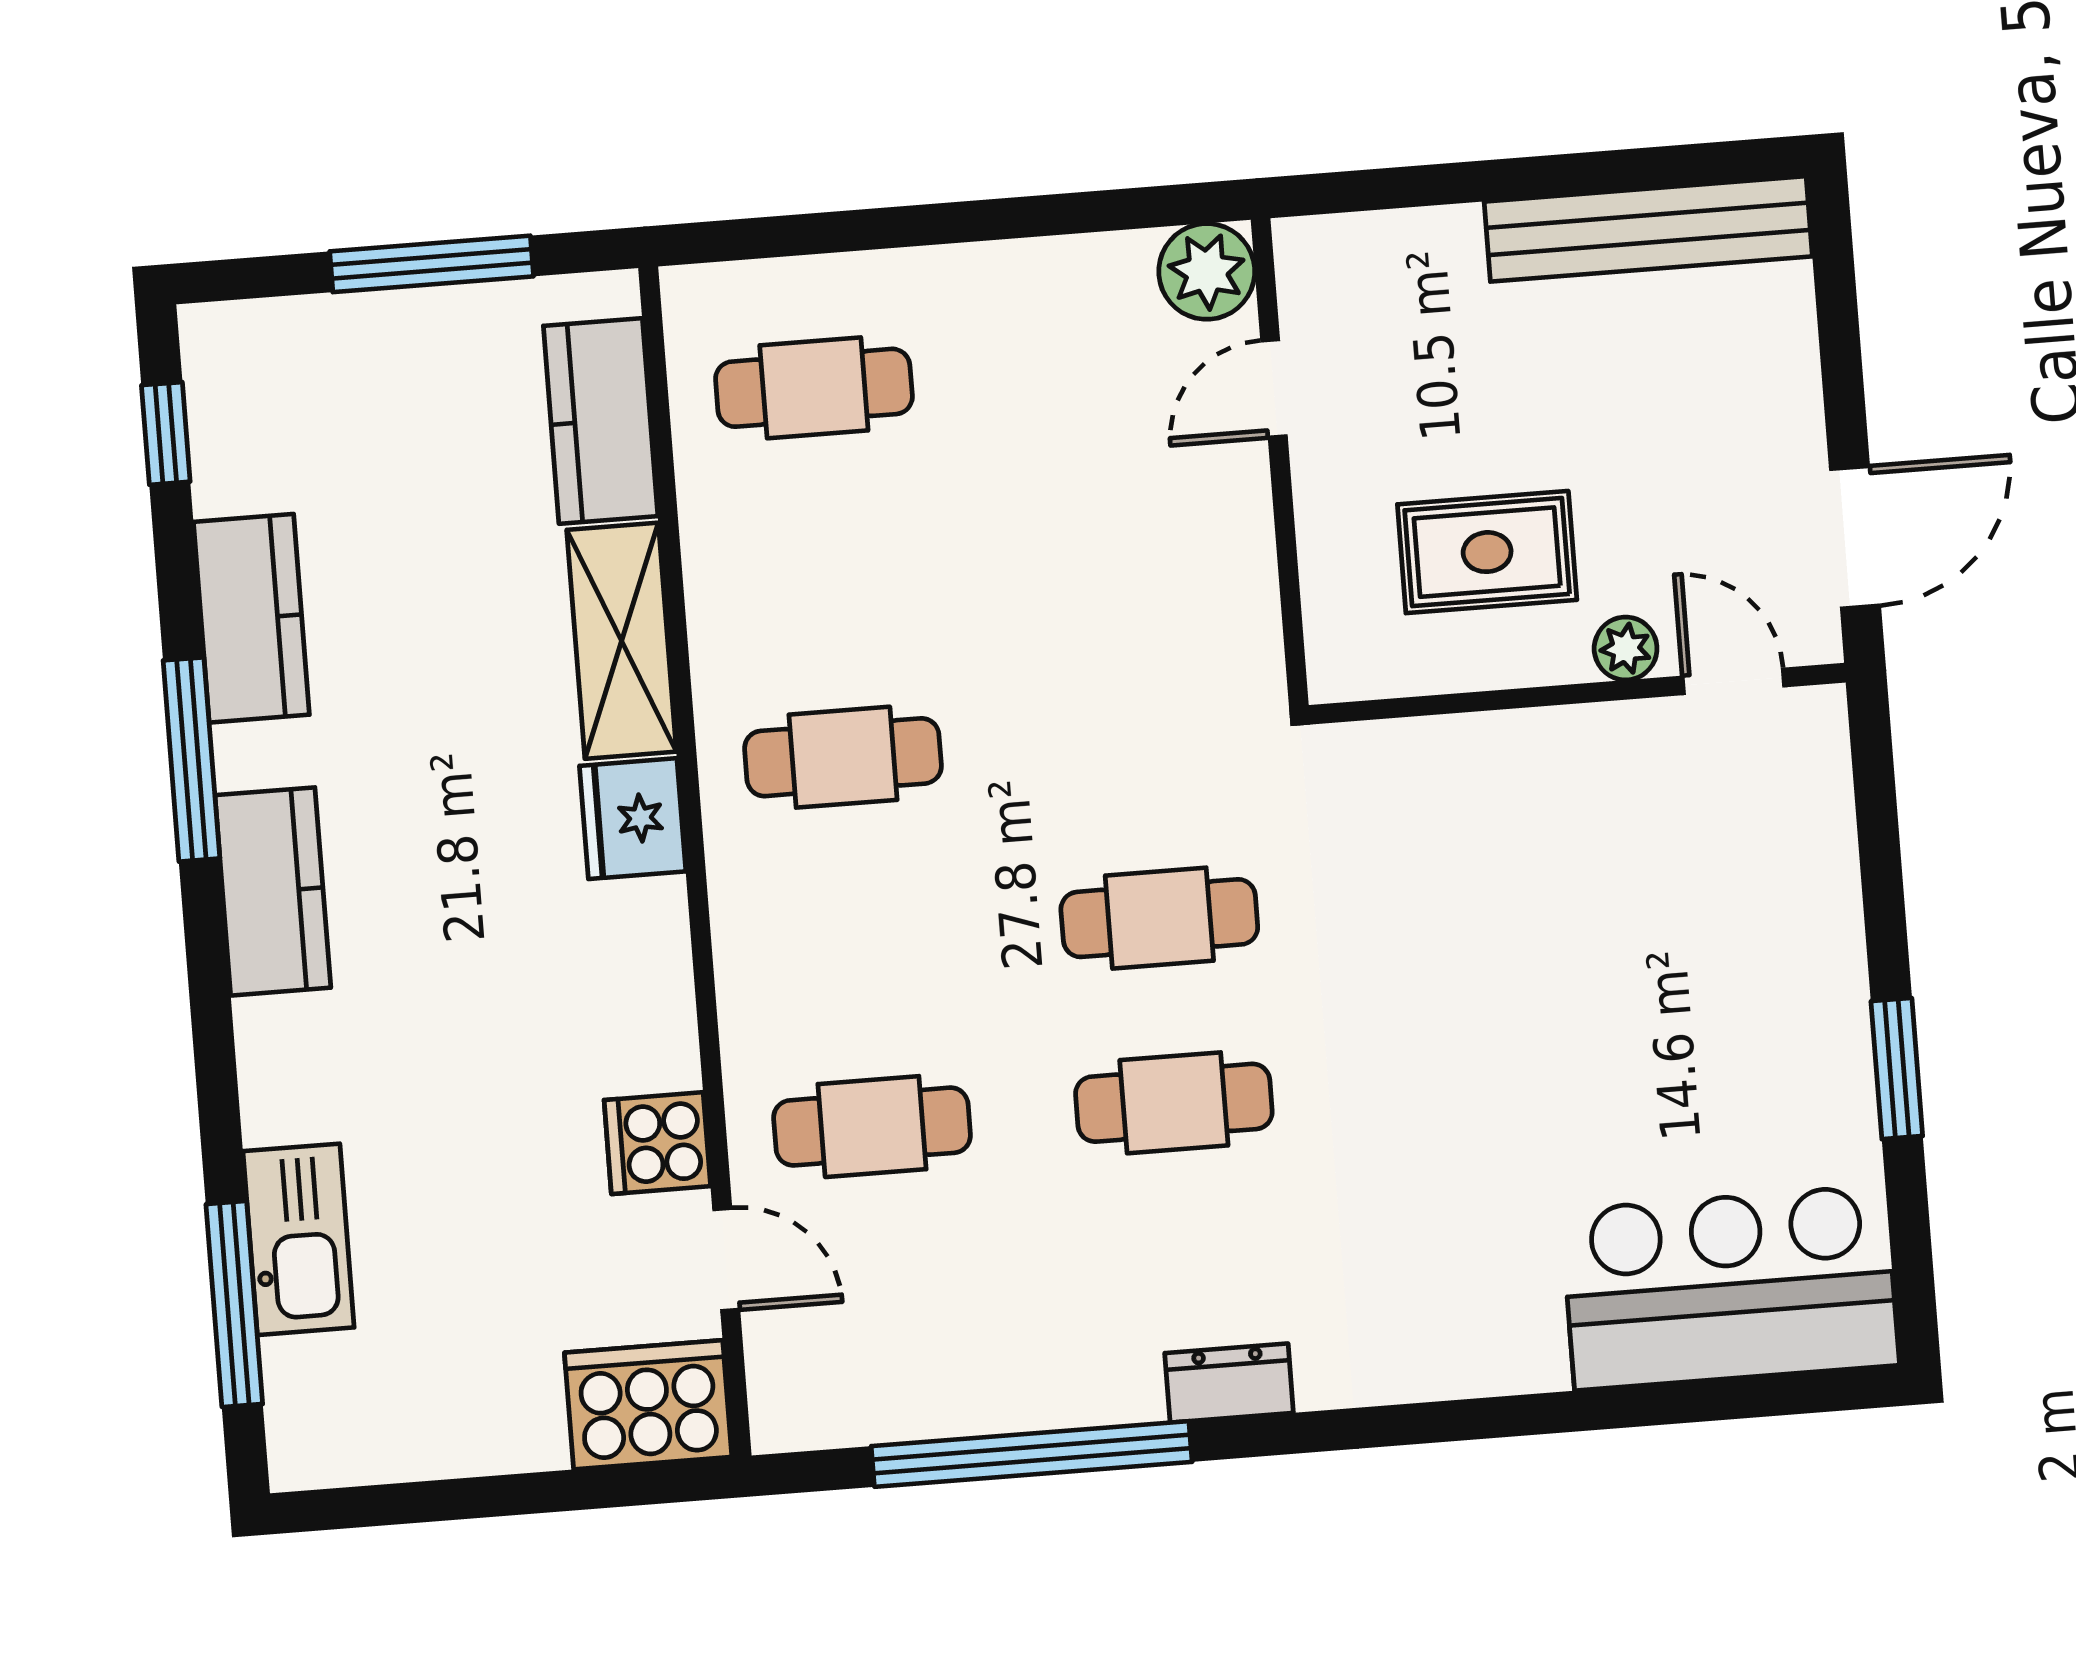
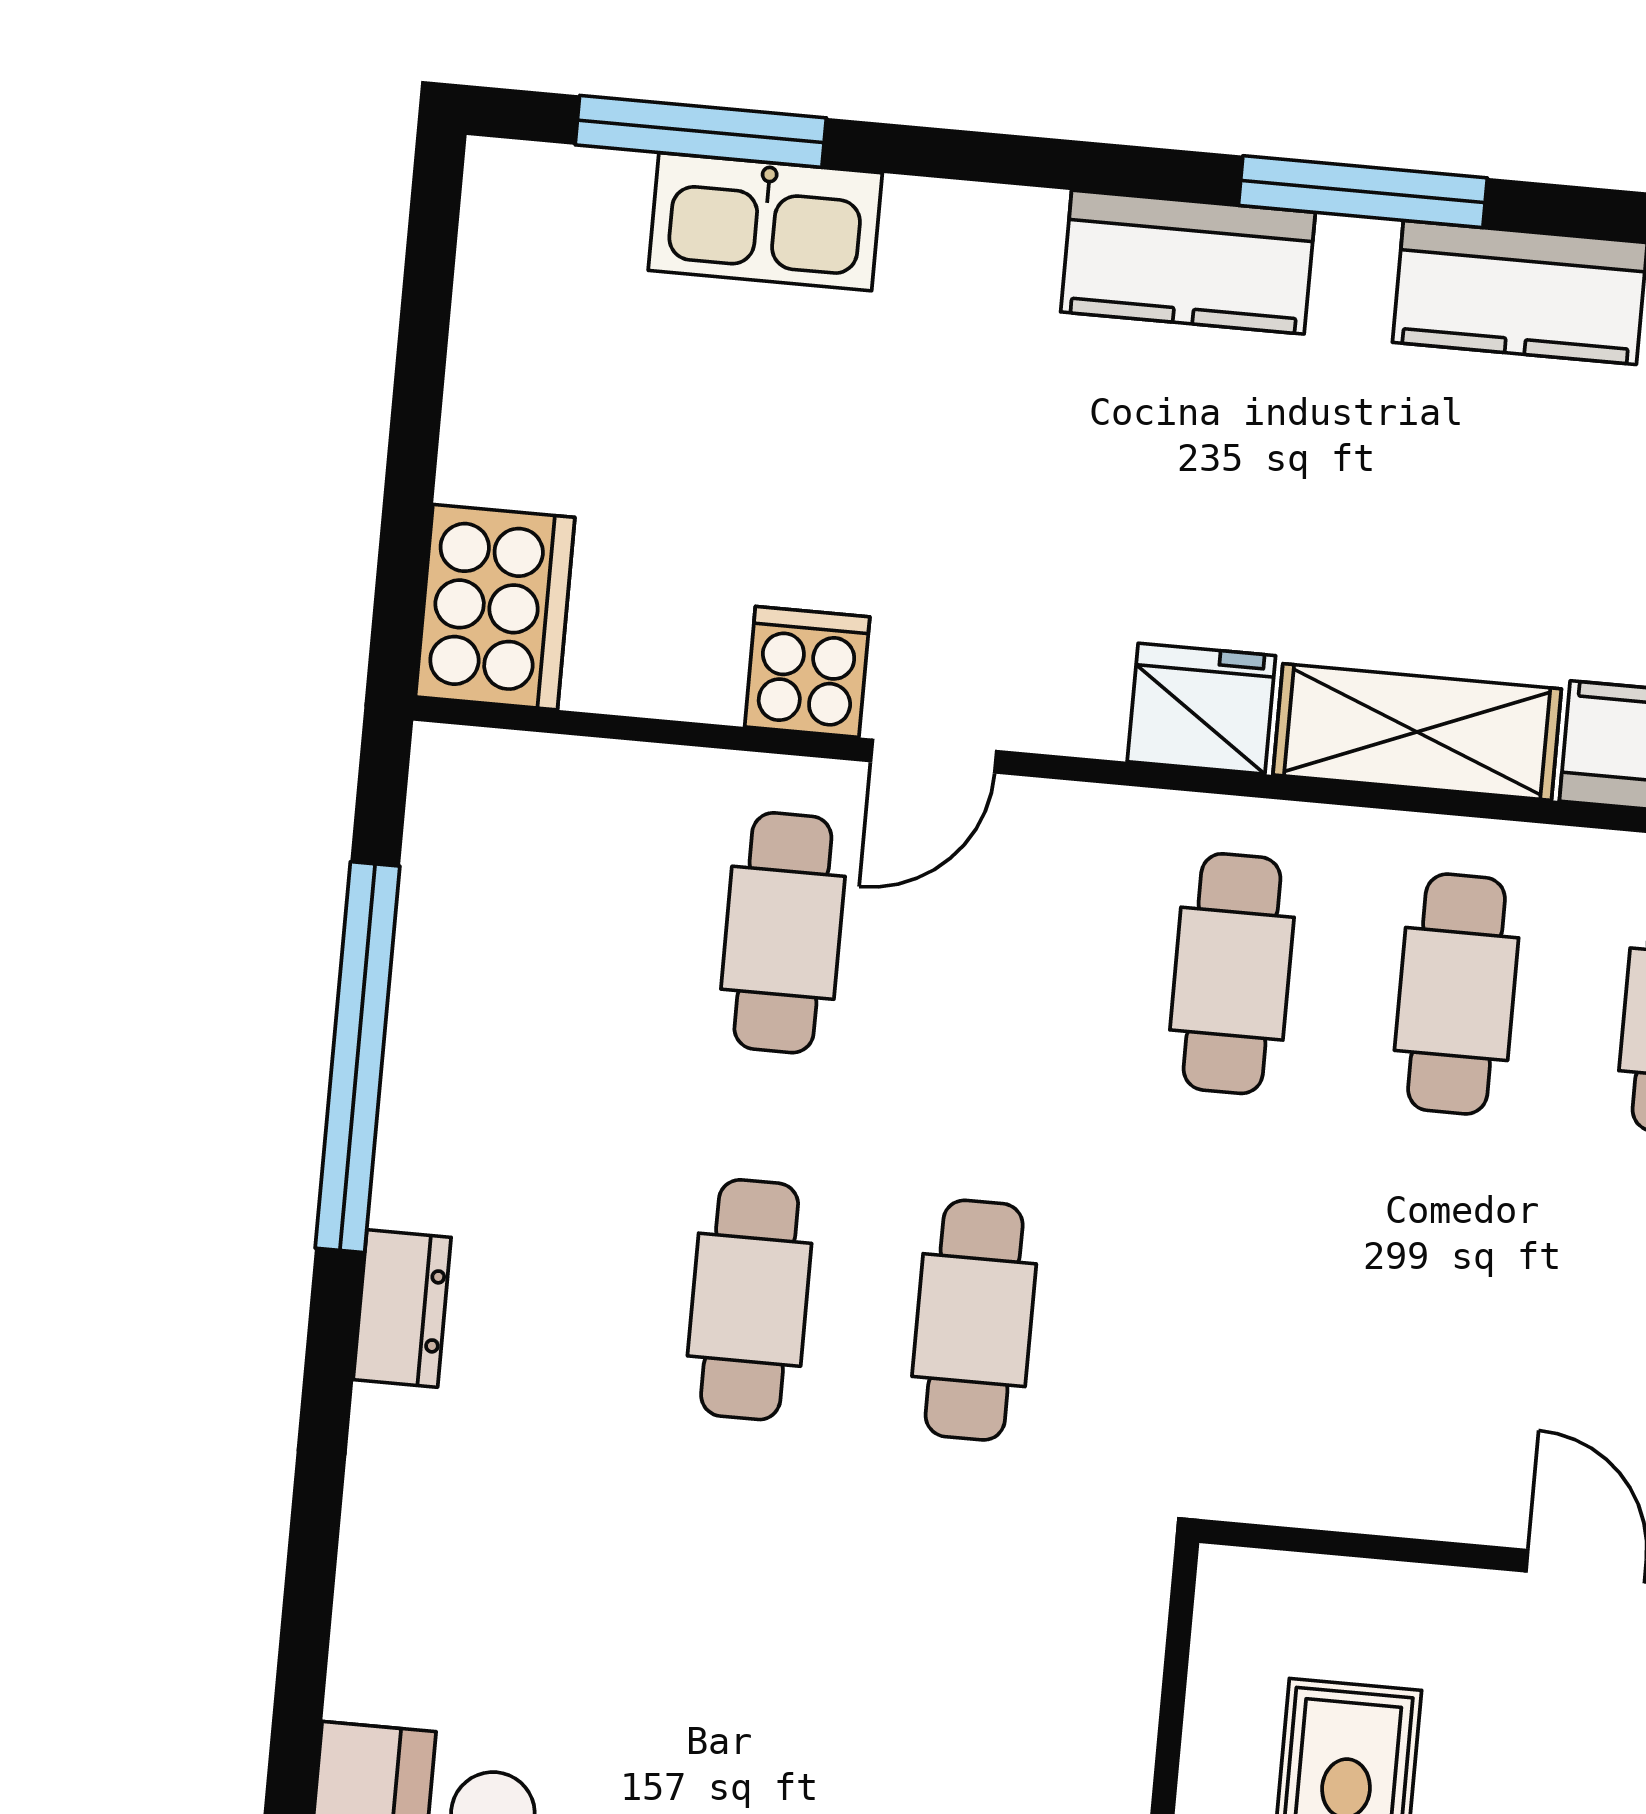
cafe table: (828, 573) -> (1457, 994), added
door: (726, 1260) -> (934, 756), moved

